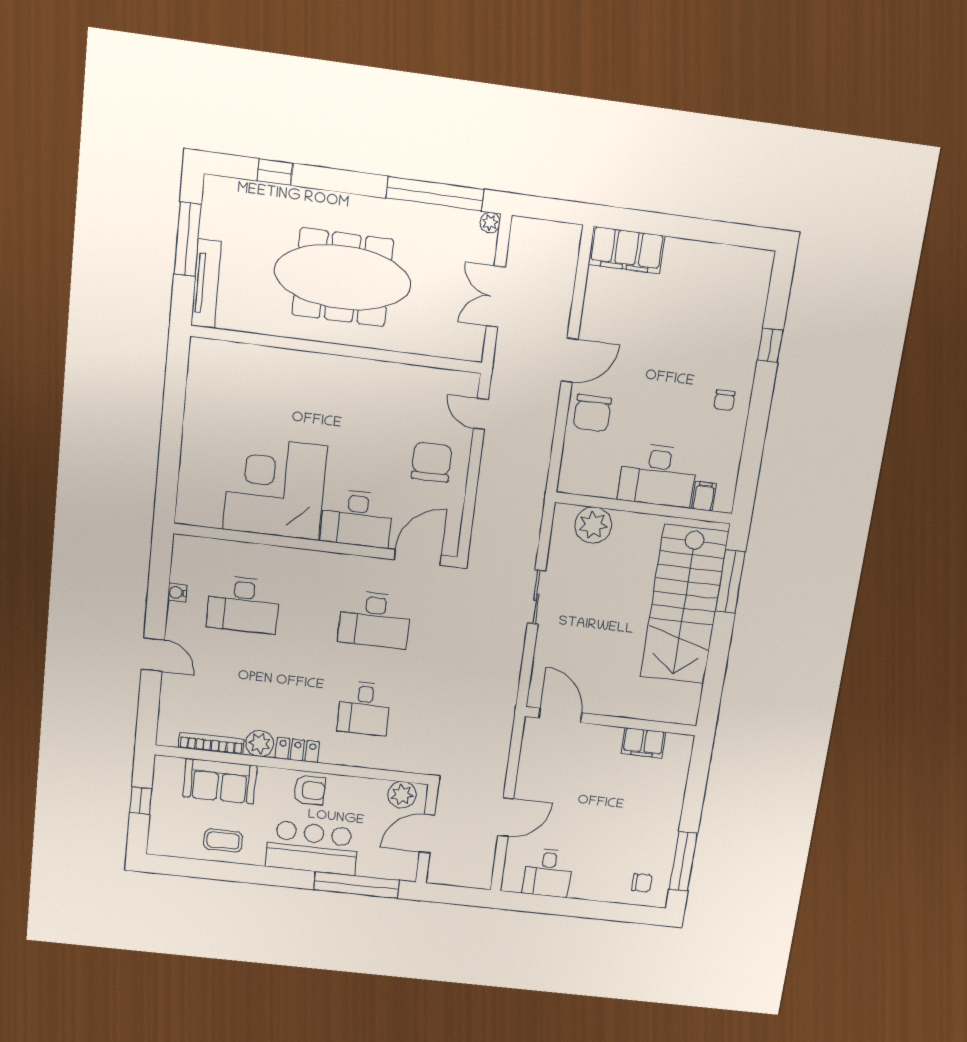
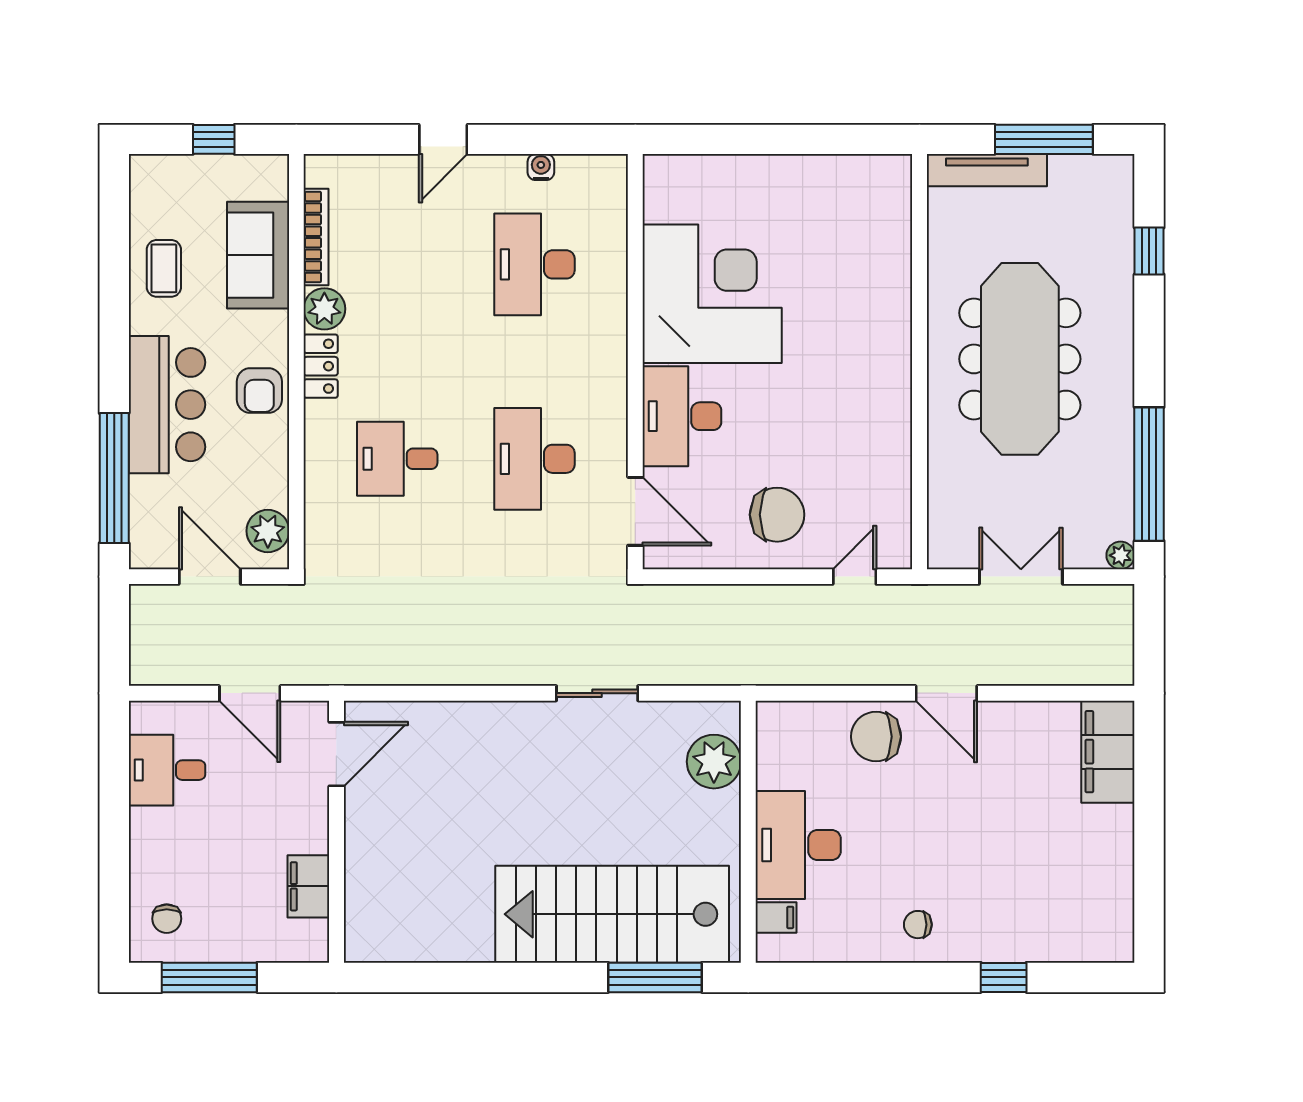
door: (560, 715) -> (336, 754), moved
wall: (611, 721) -> (336, 832), moved
filing cabinet: (643, 743) -> (308, 886), moved

